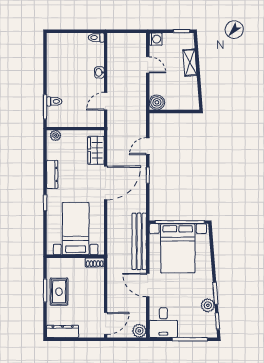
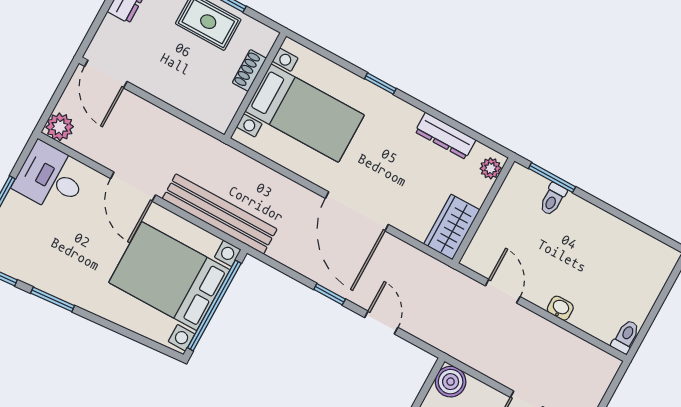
wardrobe: (96, 150) -> (452, 227), moved, turned -90
dresser: (52, 174) -> (445, 136), moved
shoe rack: (95, 262) -> (249, 70), moved
door: (148, 285) -> (133, 187), swing flipped
plant: (208, 305) -> (38, 274), removed

